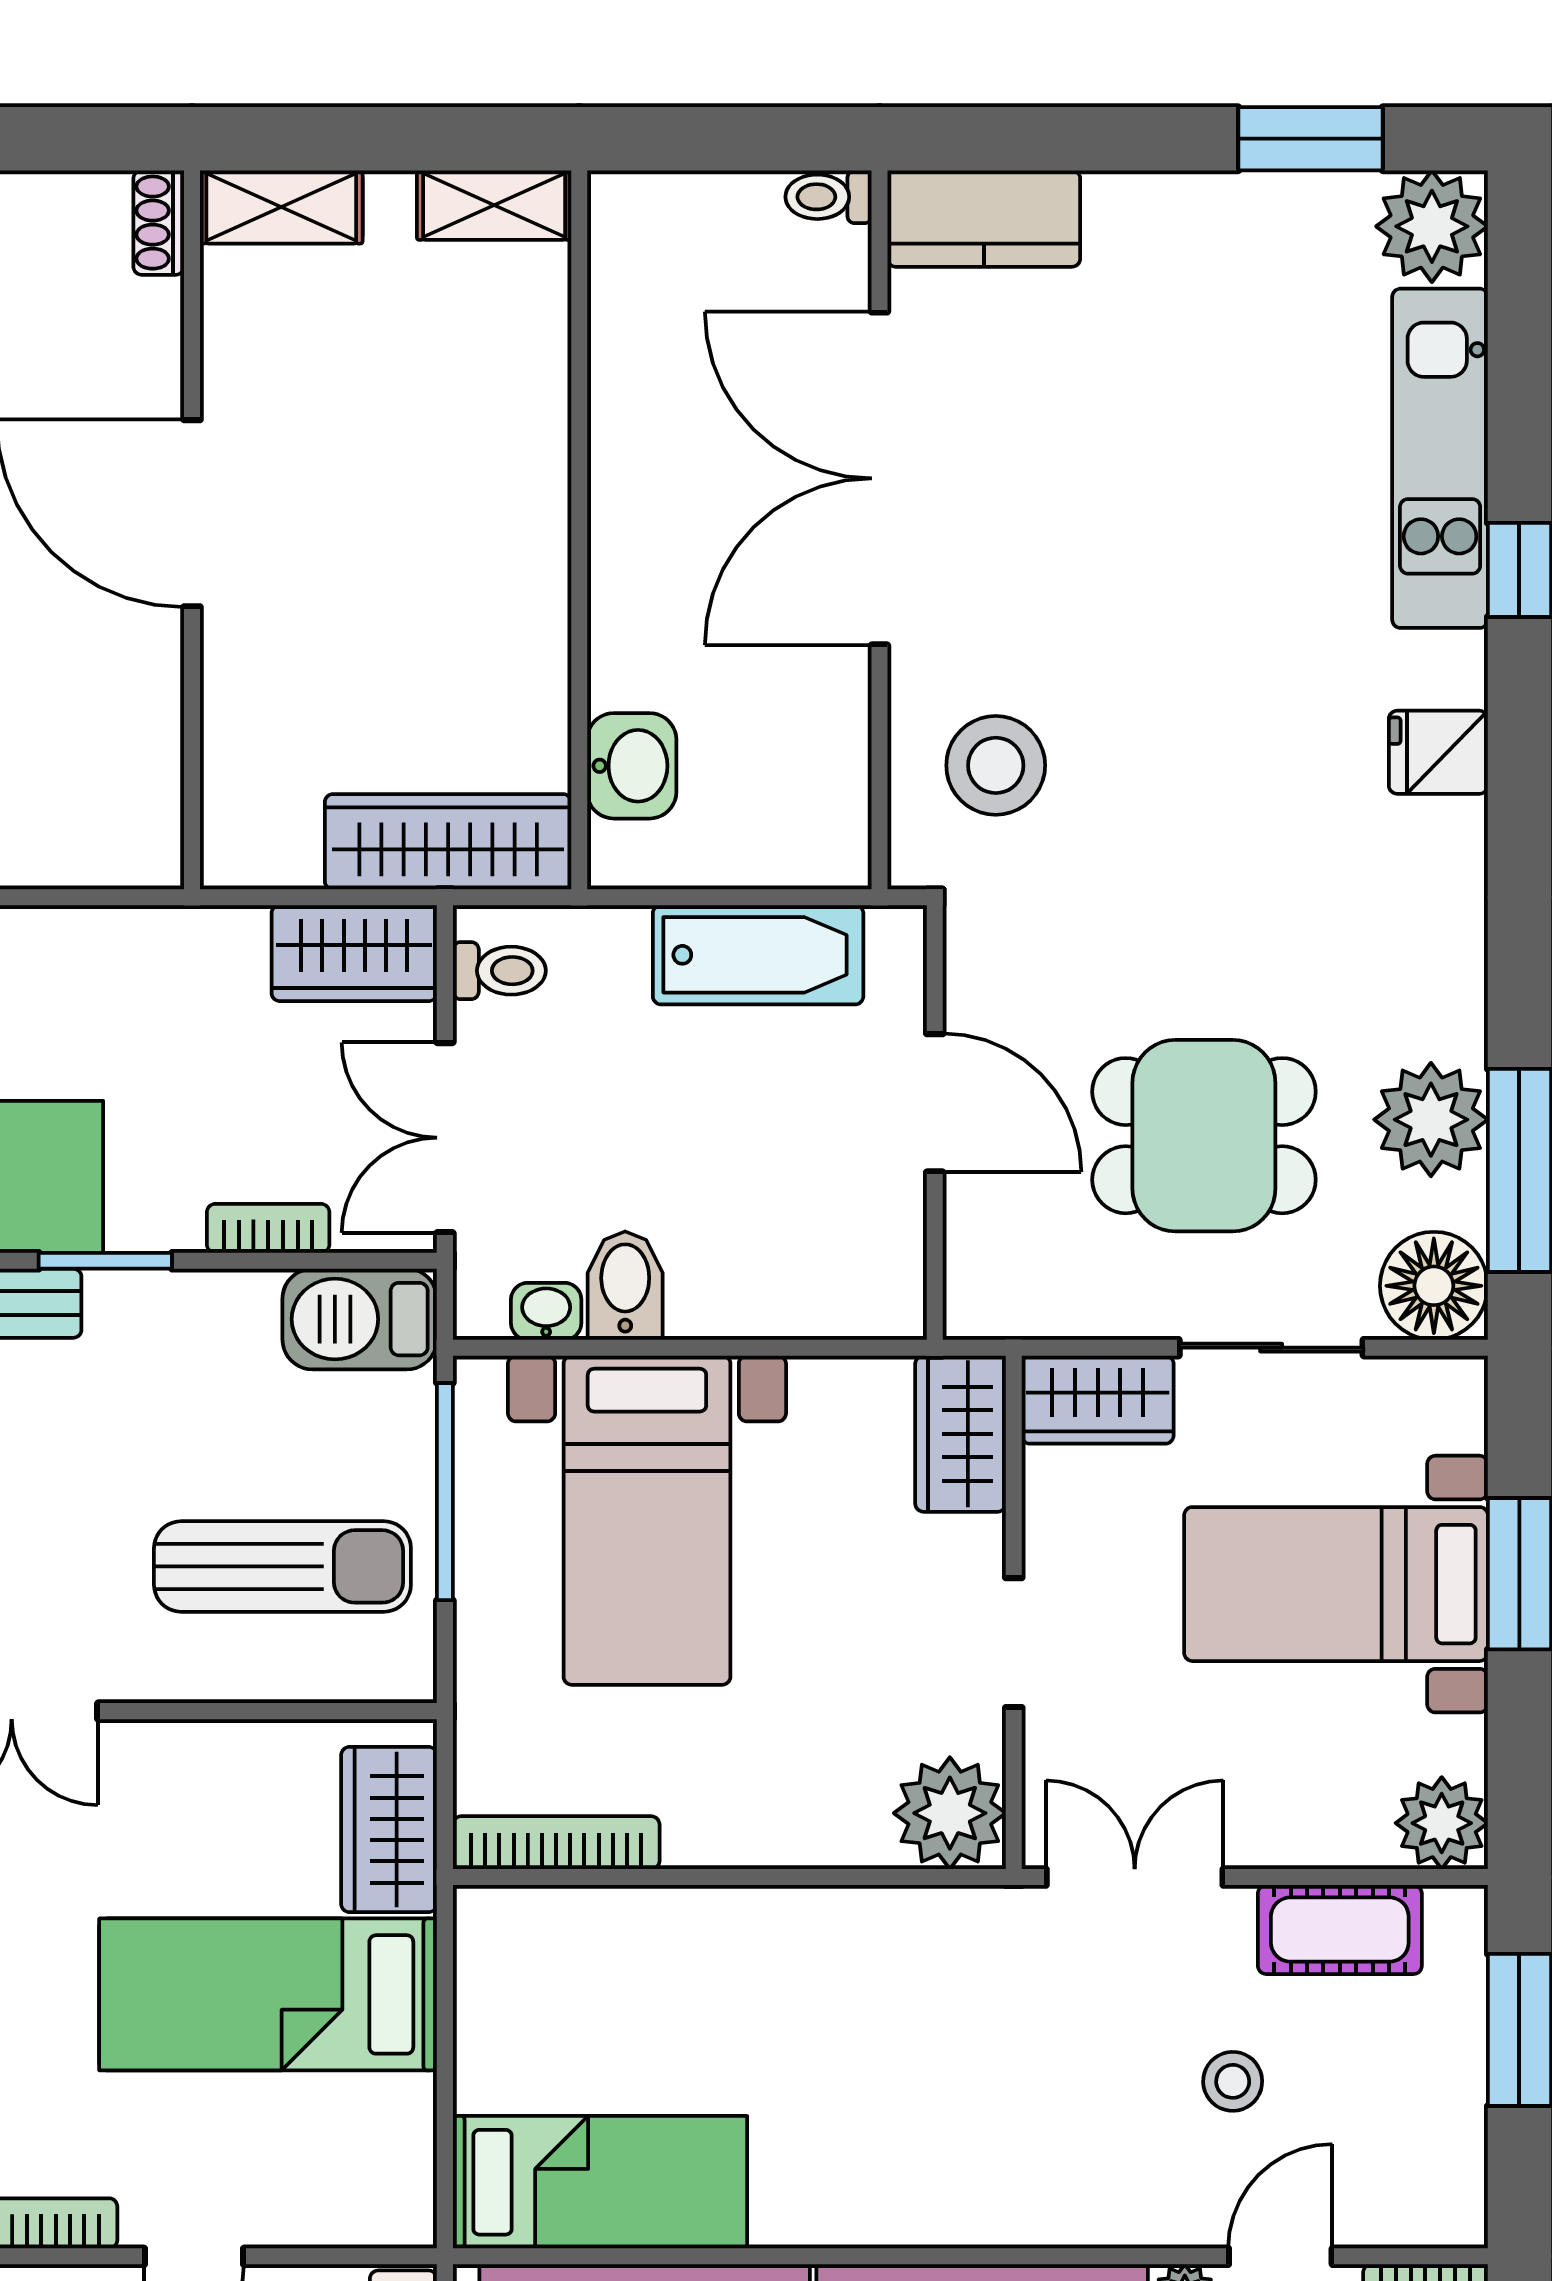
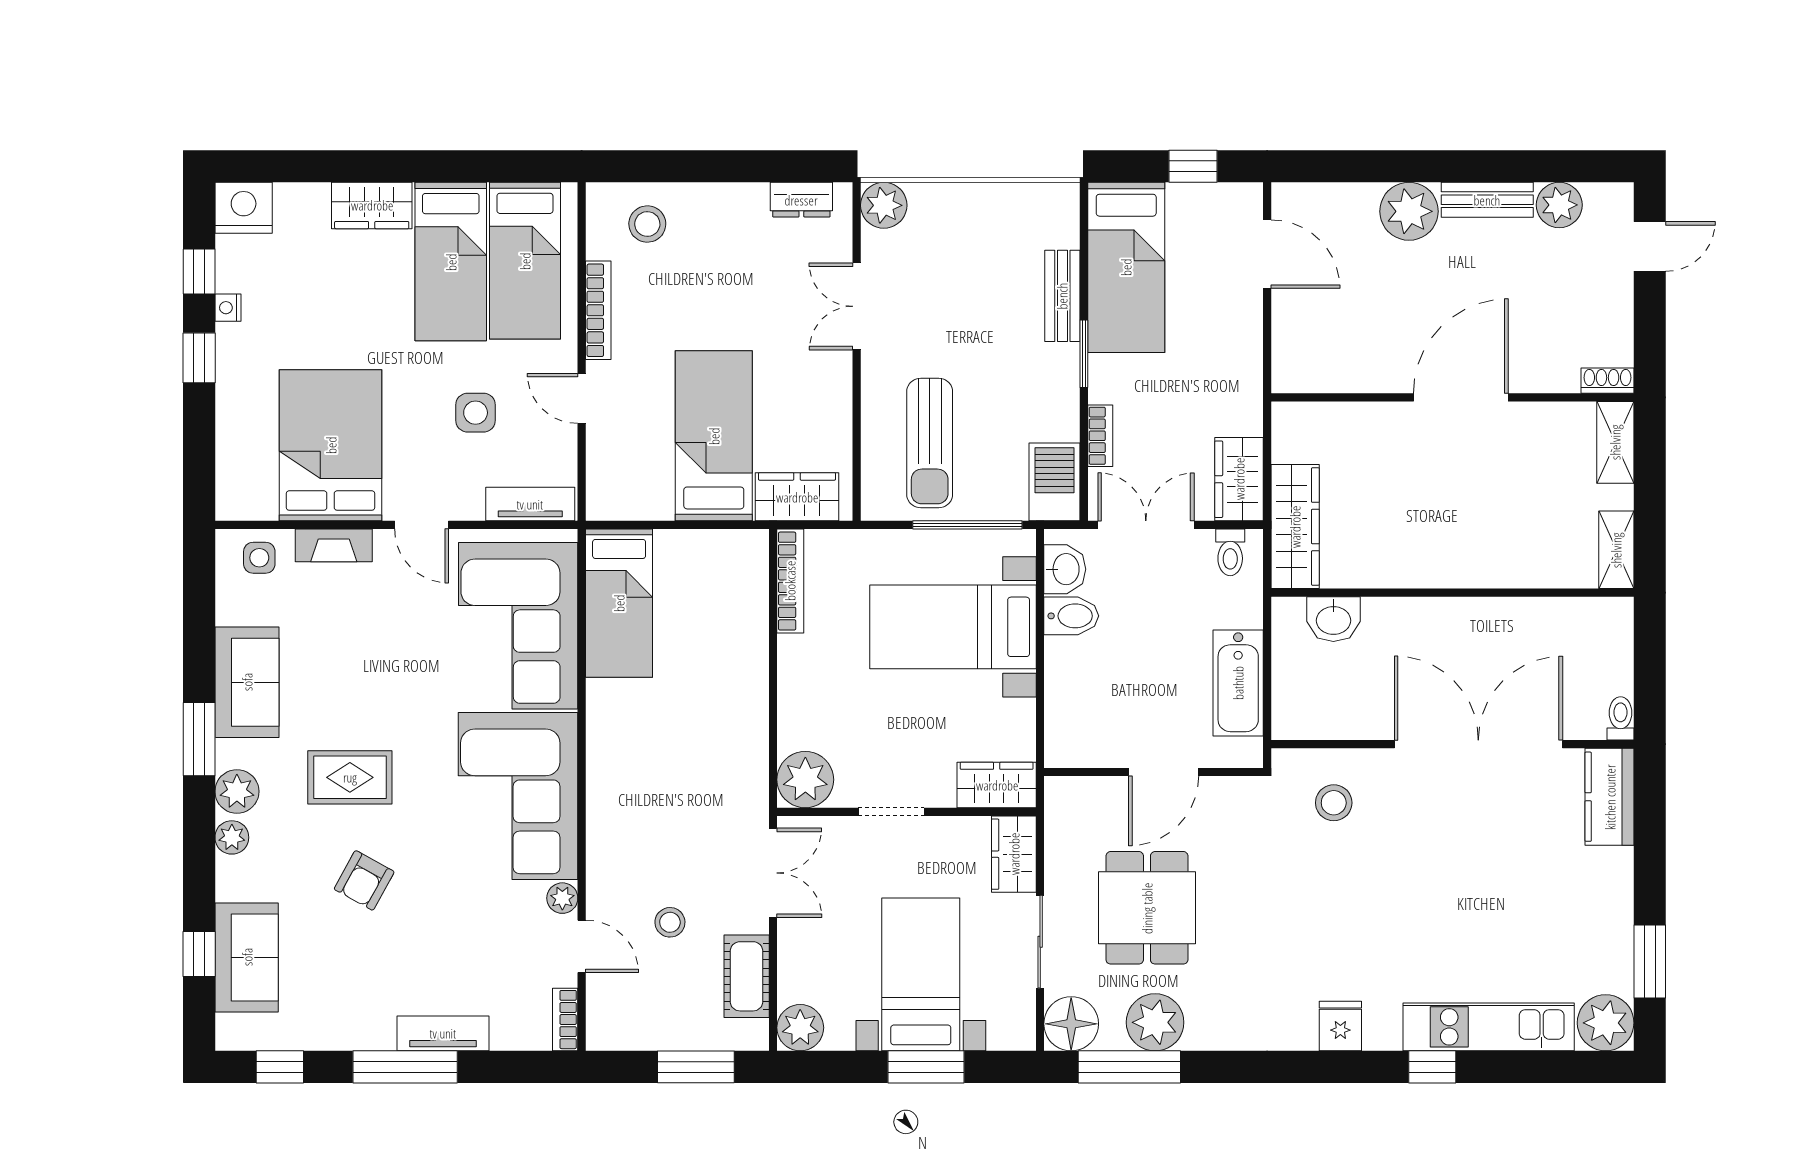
stool: (996, 765) -> (1334, 803), width x0.73, depth x0.73
washbasin: (546, 1311) -> (1065, 569), width x1.38, depth x1.45

